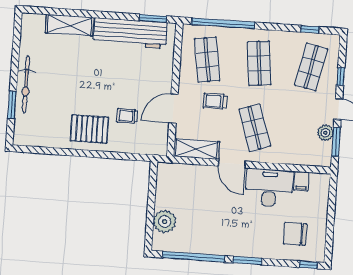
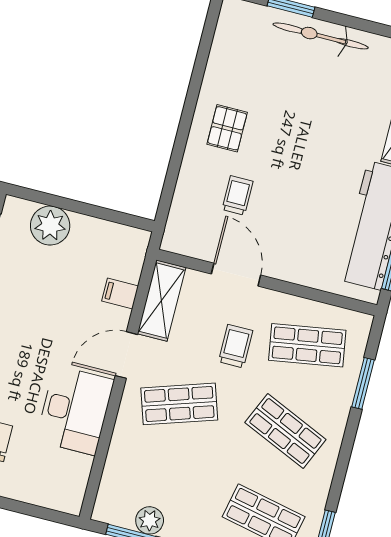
window: (223, 23) -> (363, 383), width x0.47
shop shelf: (259, 63) -> (285, 431), turned 30
pallet: (89, 129) -> (227, 128), width x0.67, depth x0.71
filing cabinet: (301, 181) -> (120, 293), moved

